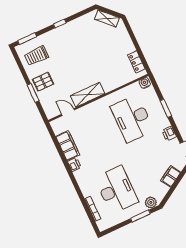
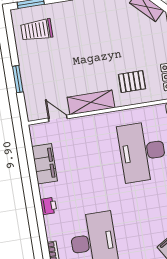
pallet: (43, 82) -> (132, 82), moved
printer: (74, 165) -> (49, 206), moved

